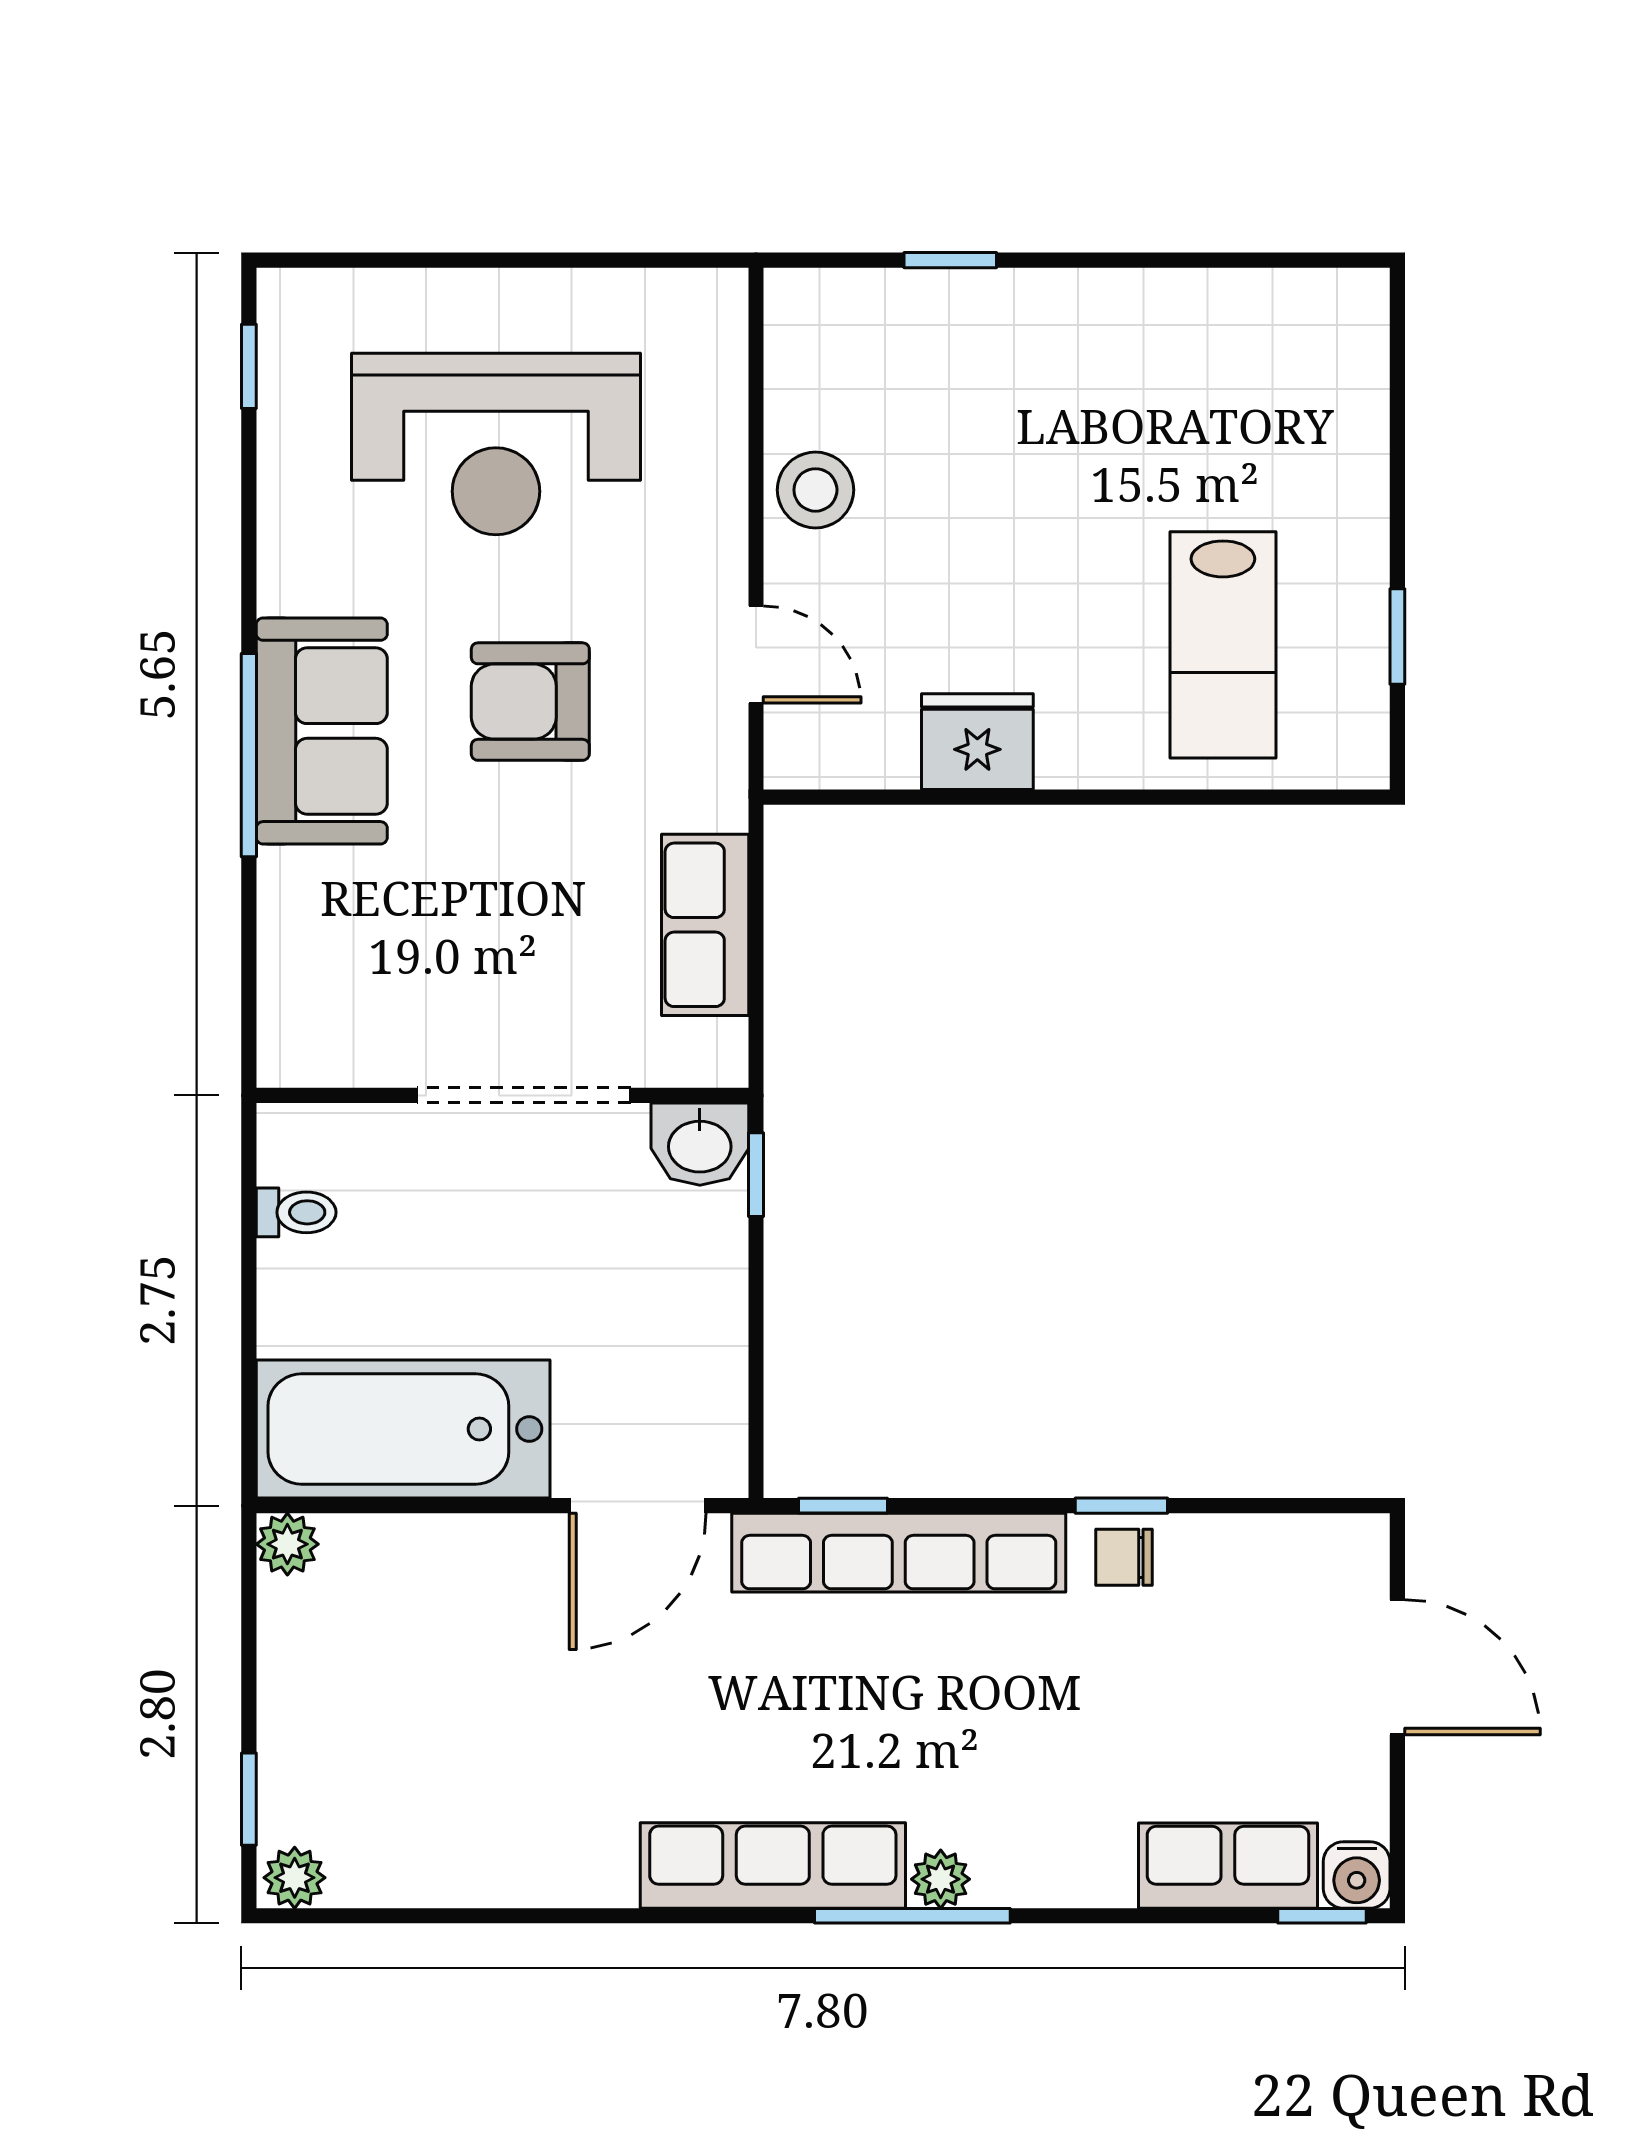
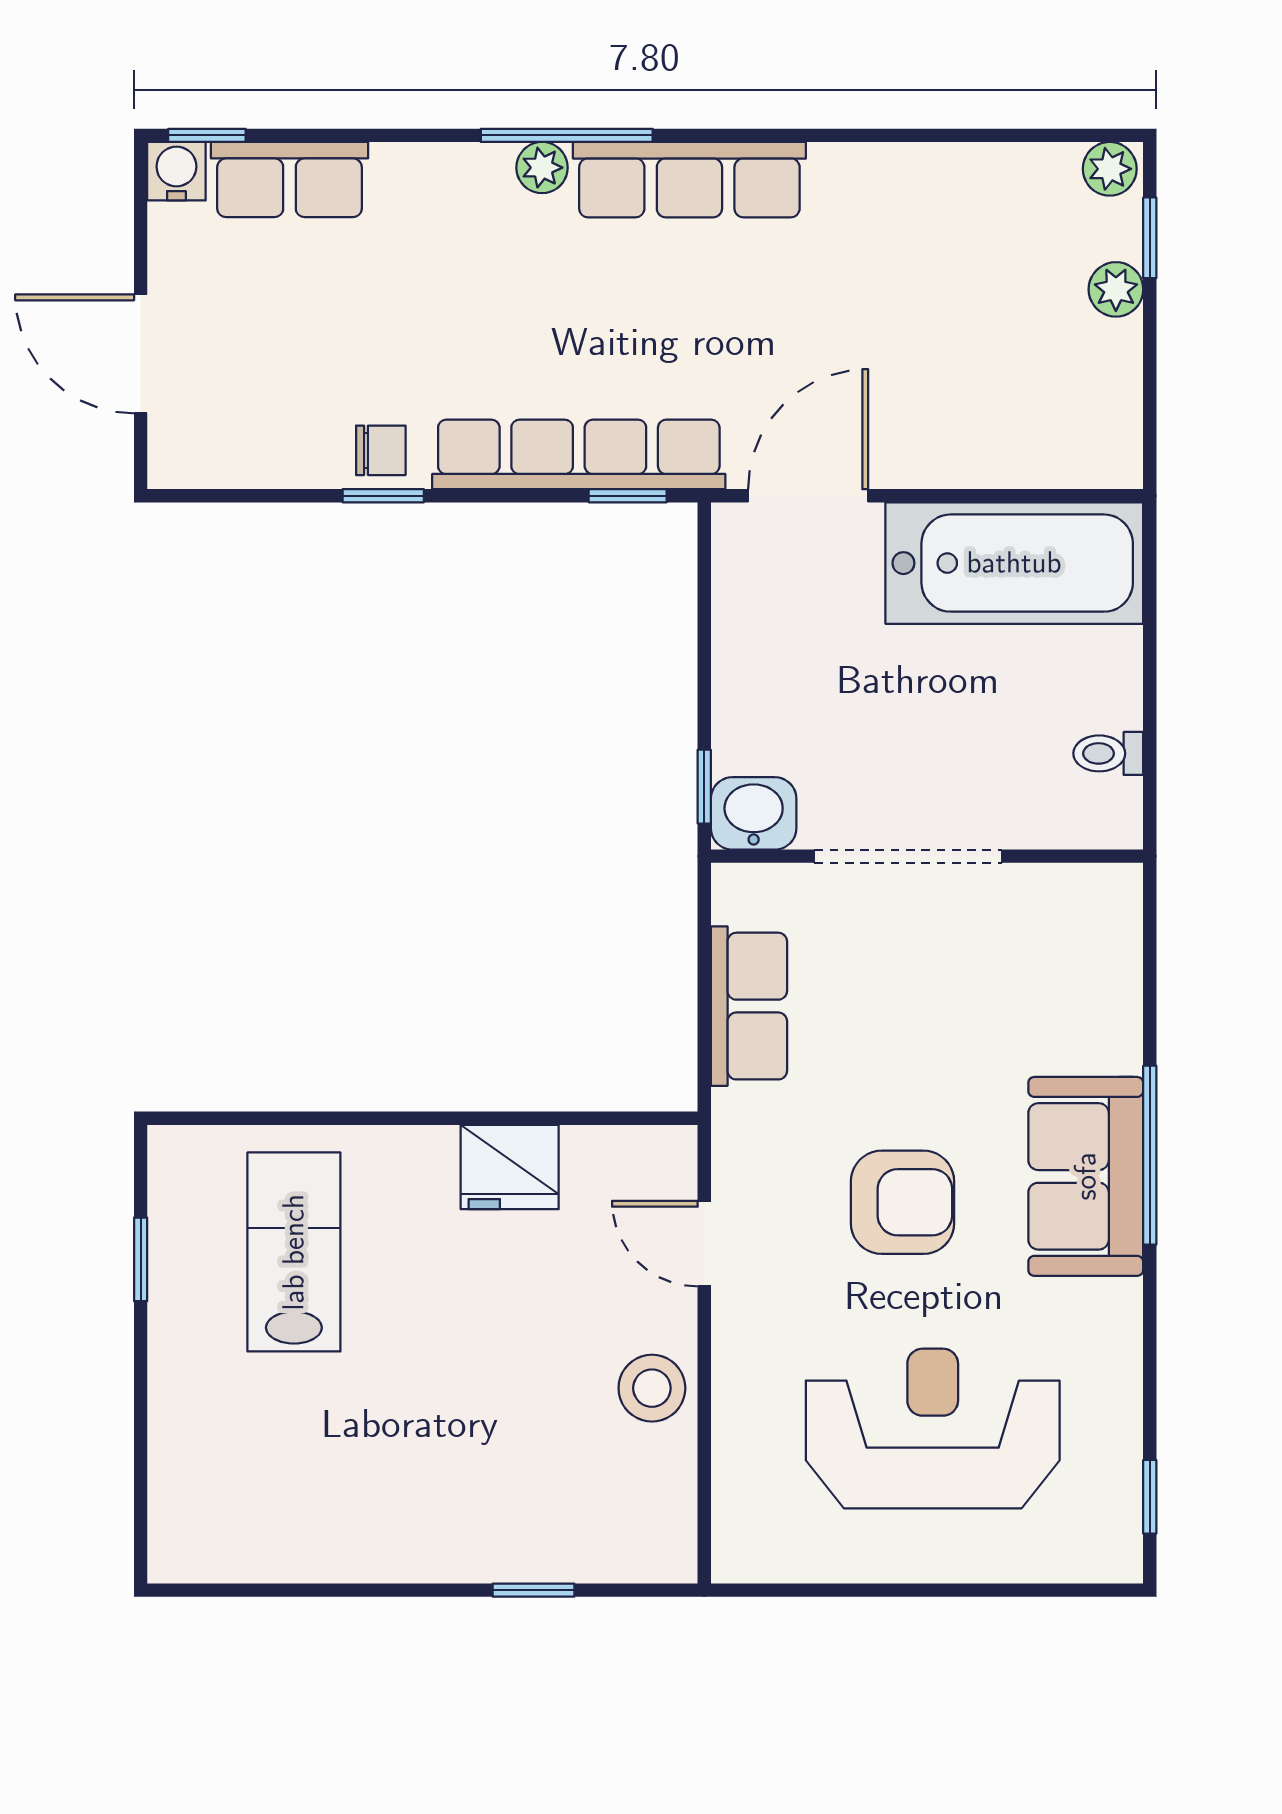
plant: (287, 1544) -> (1116, 289), moved

